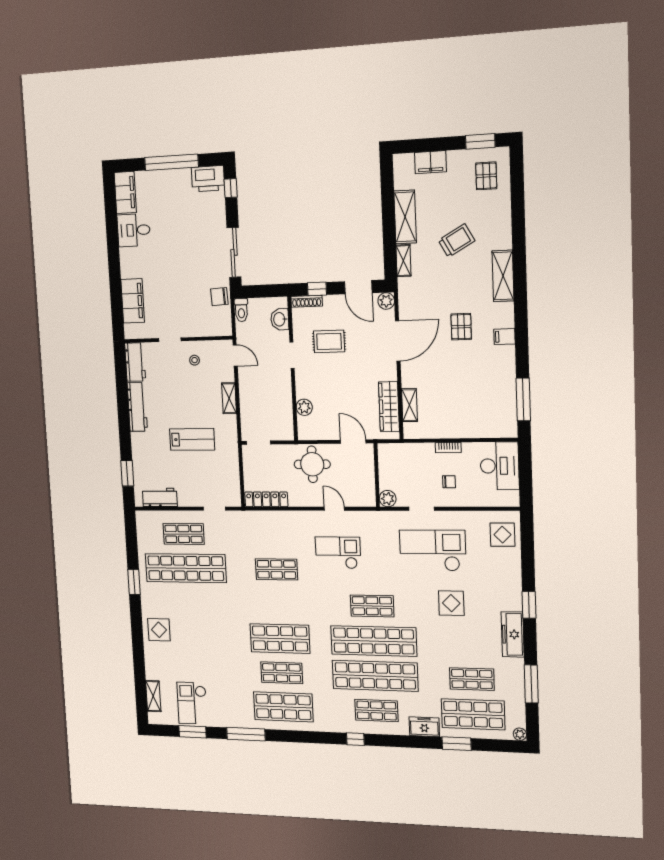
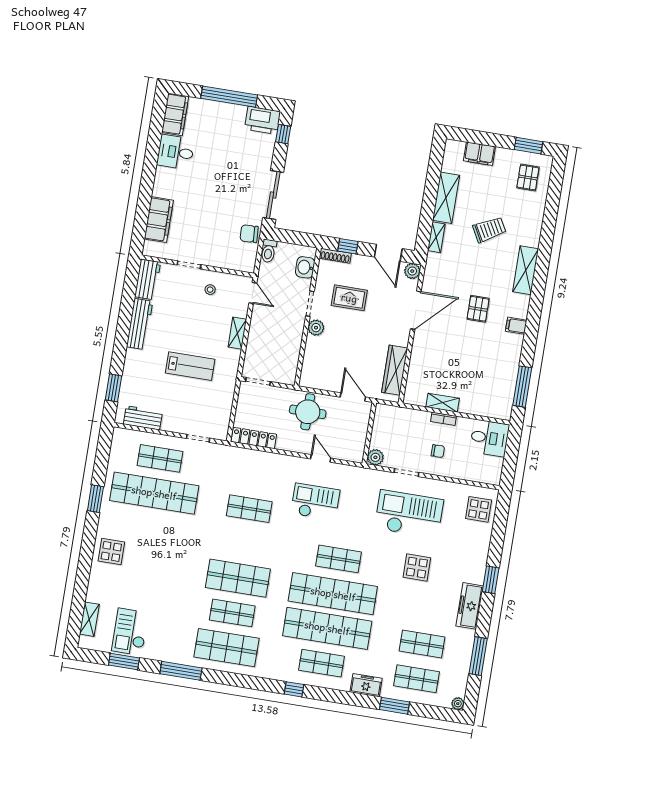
shelving: (409, 405) -> (443, 403), moved, turned 90
plant: (304, 407) -> (316, 328), moved
desk: (500, 466) -> (489, 438), width x0.73
shop shelf: (473, 714) -> (416, 679), width x0.70, depth x0.74

